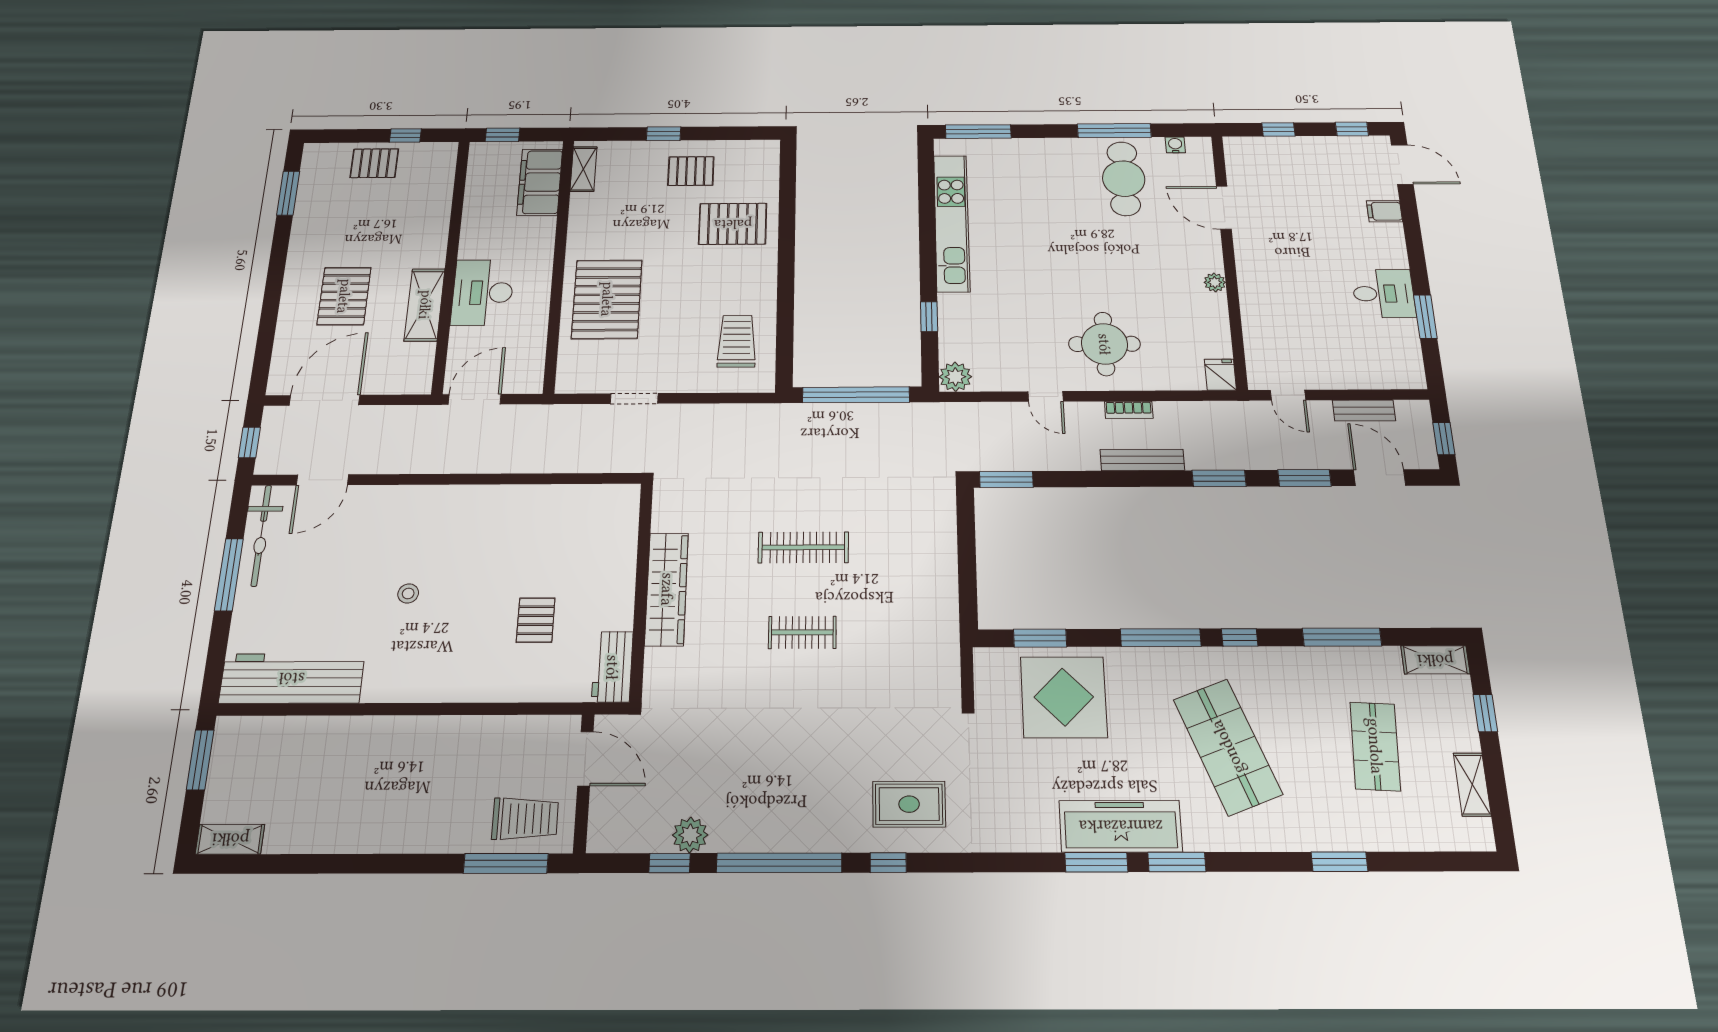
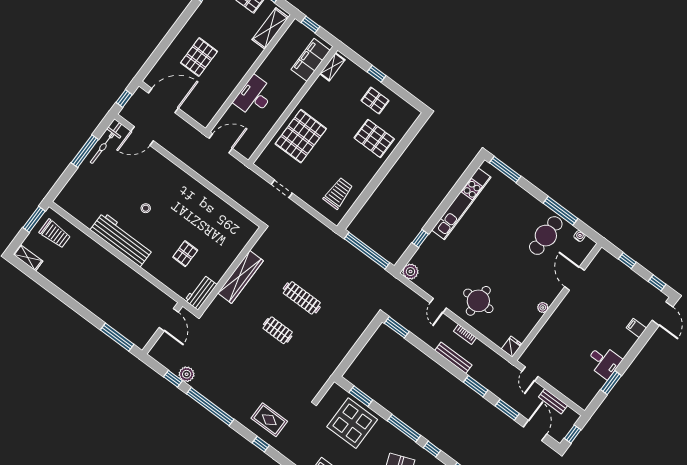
shelving: (425, 305) -> (270, 28), moved
workbench: (292, 678) -> (122, 239), moved
trolley: (525, 819) -> (55, 234), moved
window: (888, 863) -> (261, 444), moved

